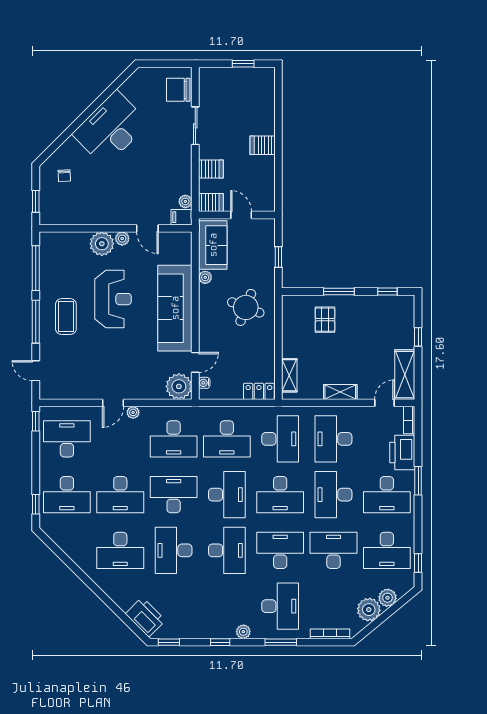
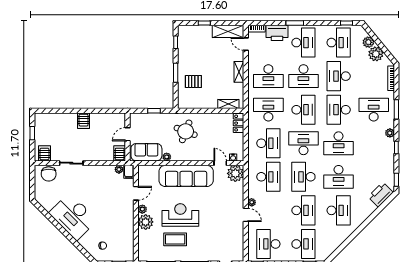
server rack: (211, 169) -> (44, 153), moved
coffee table: (66, 317) -> (175, 239), moved
desk: (227, 550) -> (339, 143), turned 180

